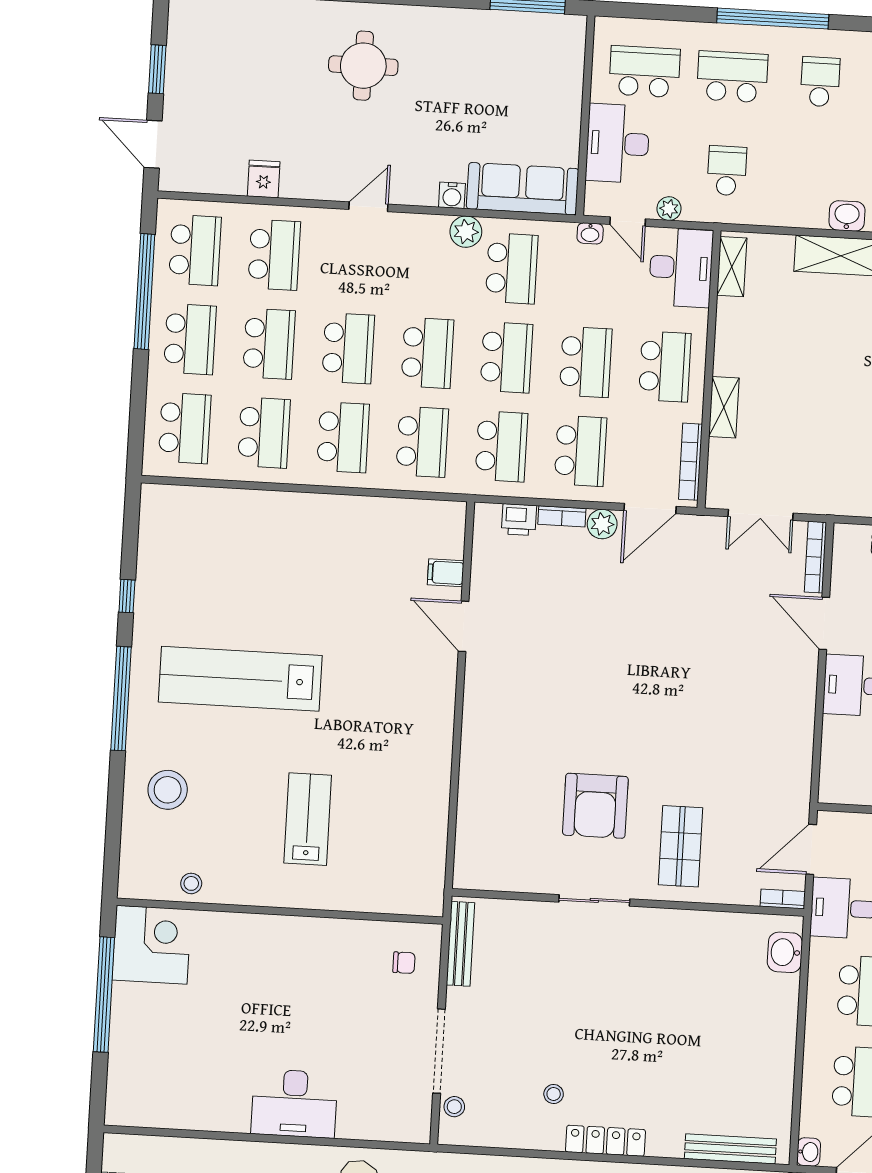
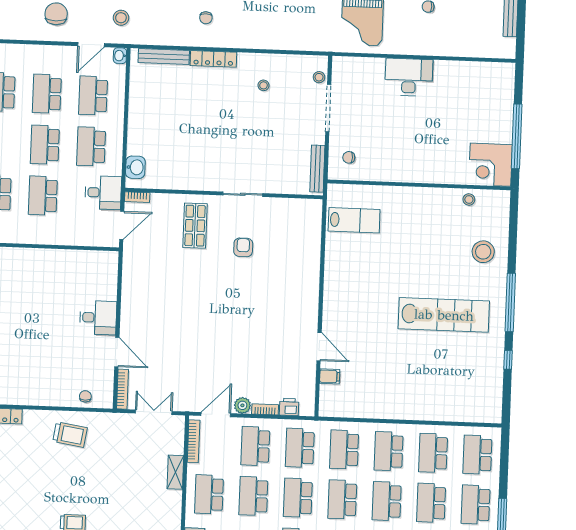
armchair: (595, 806) -> (243, 247), width x0.53, depth x0.53
lab bench: (308, 819) -> (354, 220), moved, turned -90
locker: (605, 1141) -> (213, 59), moved

